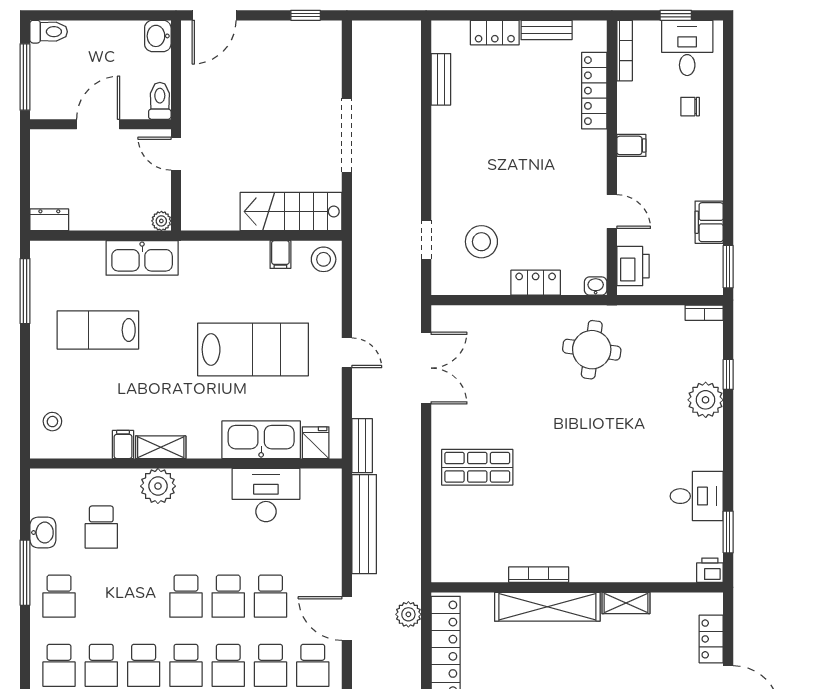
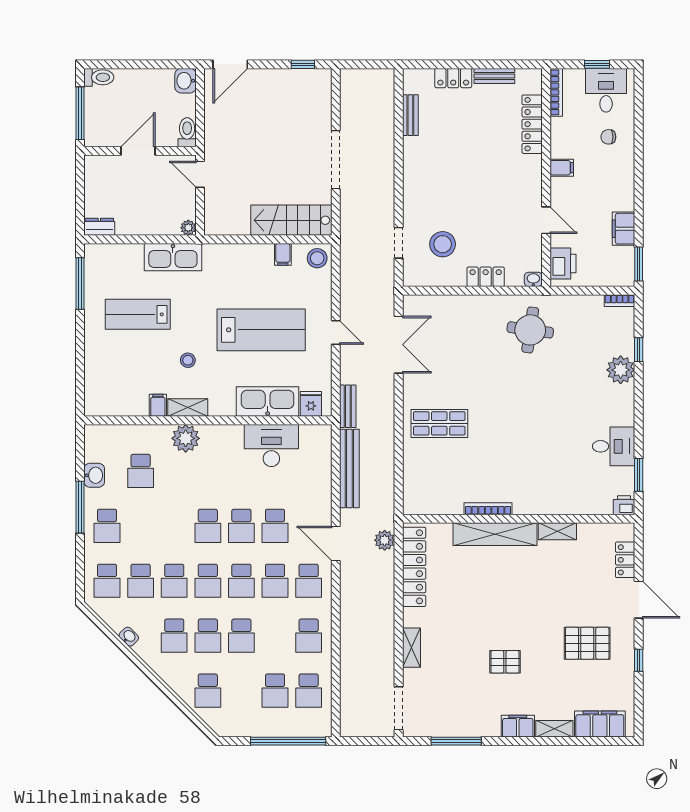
stool: (52, 422) -> (188, 360), moved

